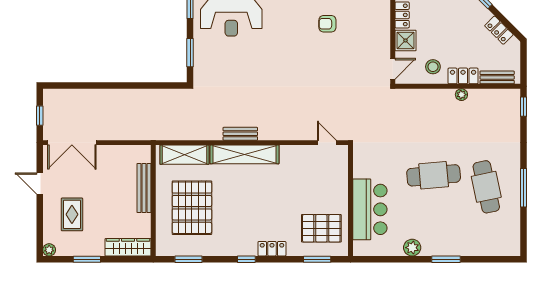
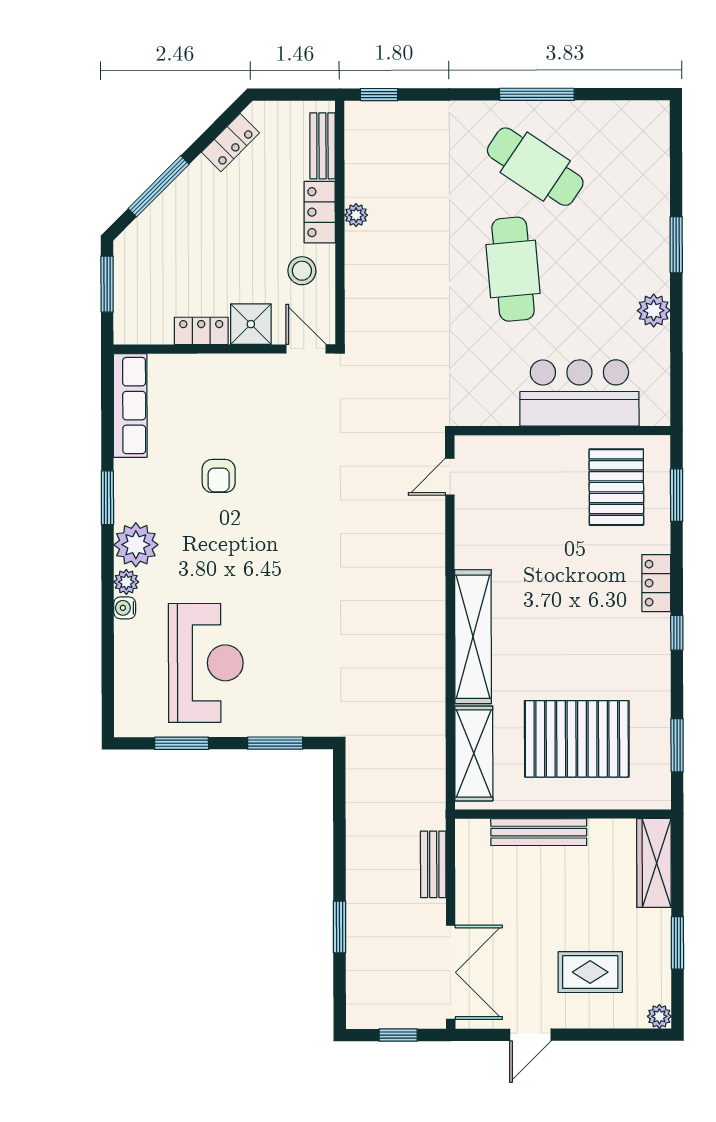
window: (95, 86) -> (340, 927), added
bench: (240, 134) -> (433, 864), moved
cafe table: (486, 187) -> (535, 167), turned 46

